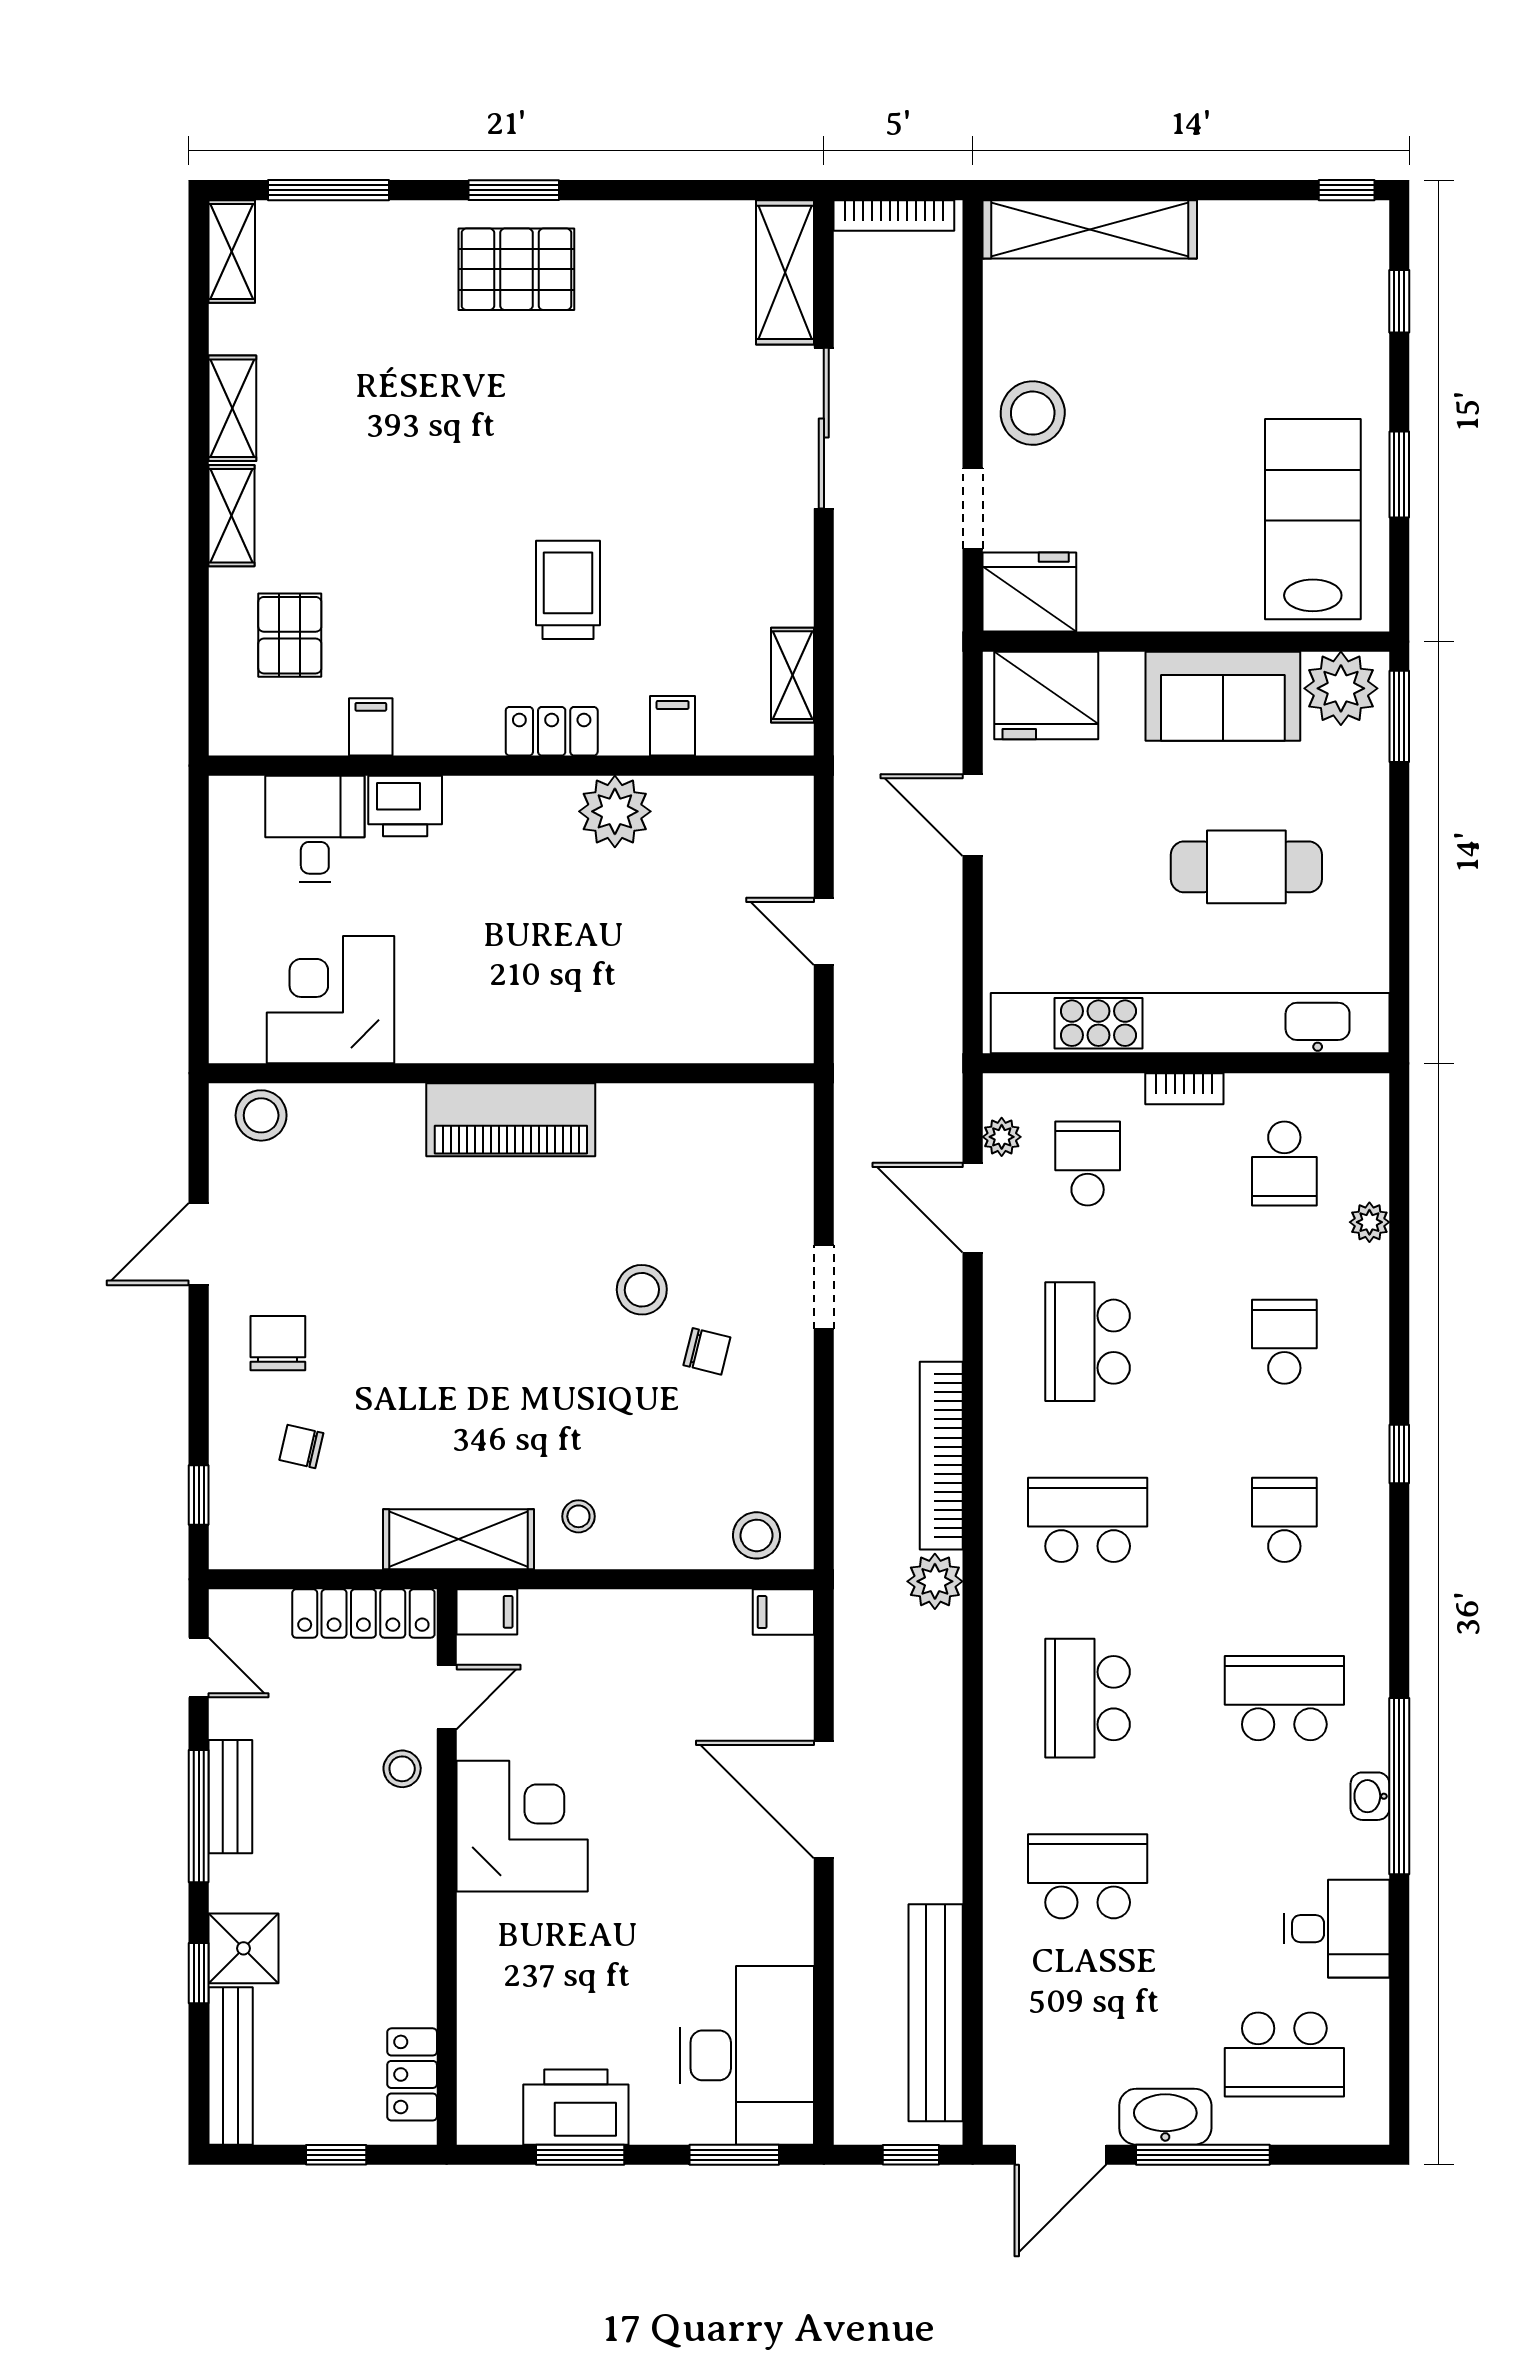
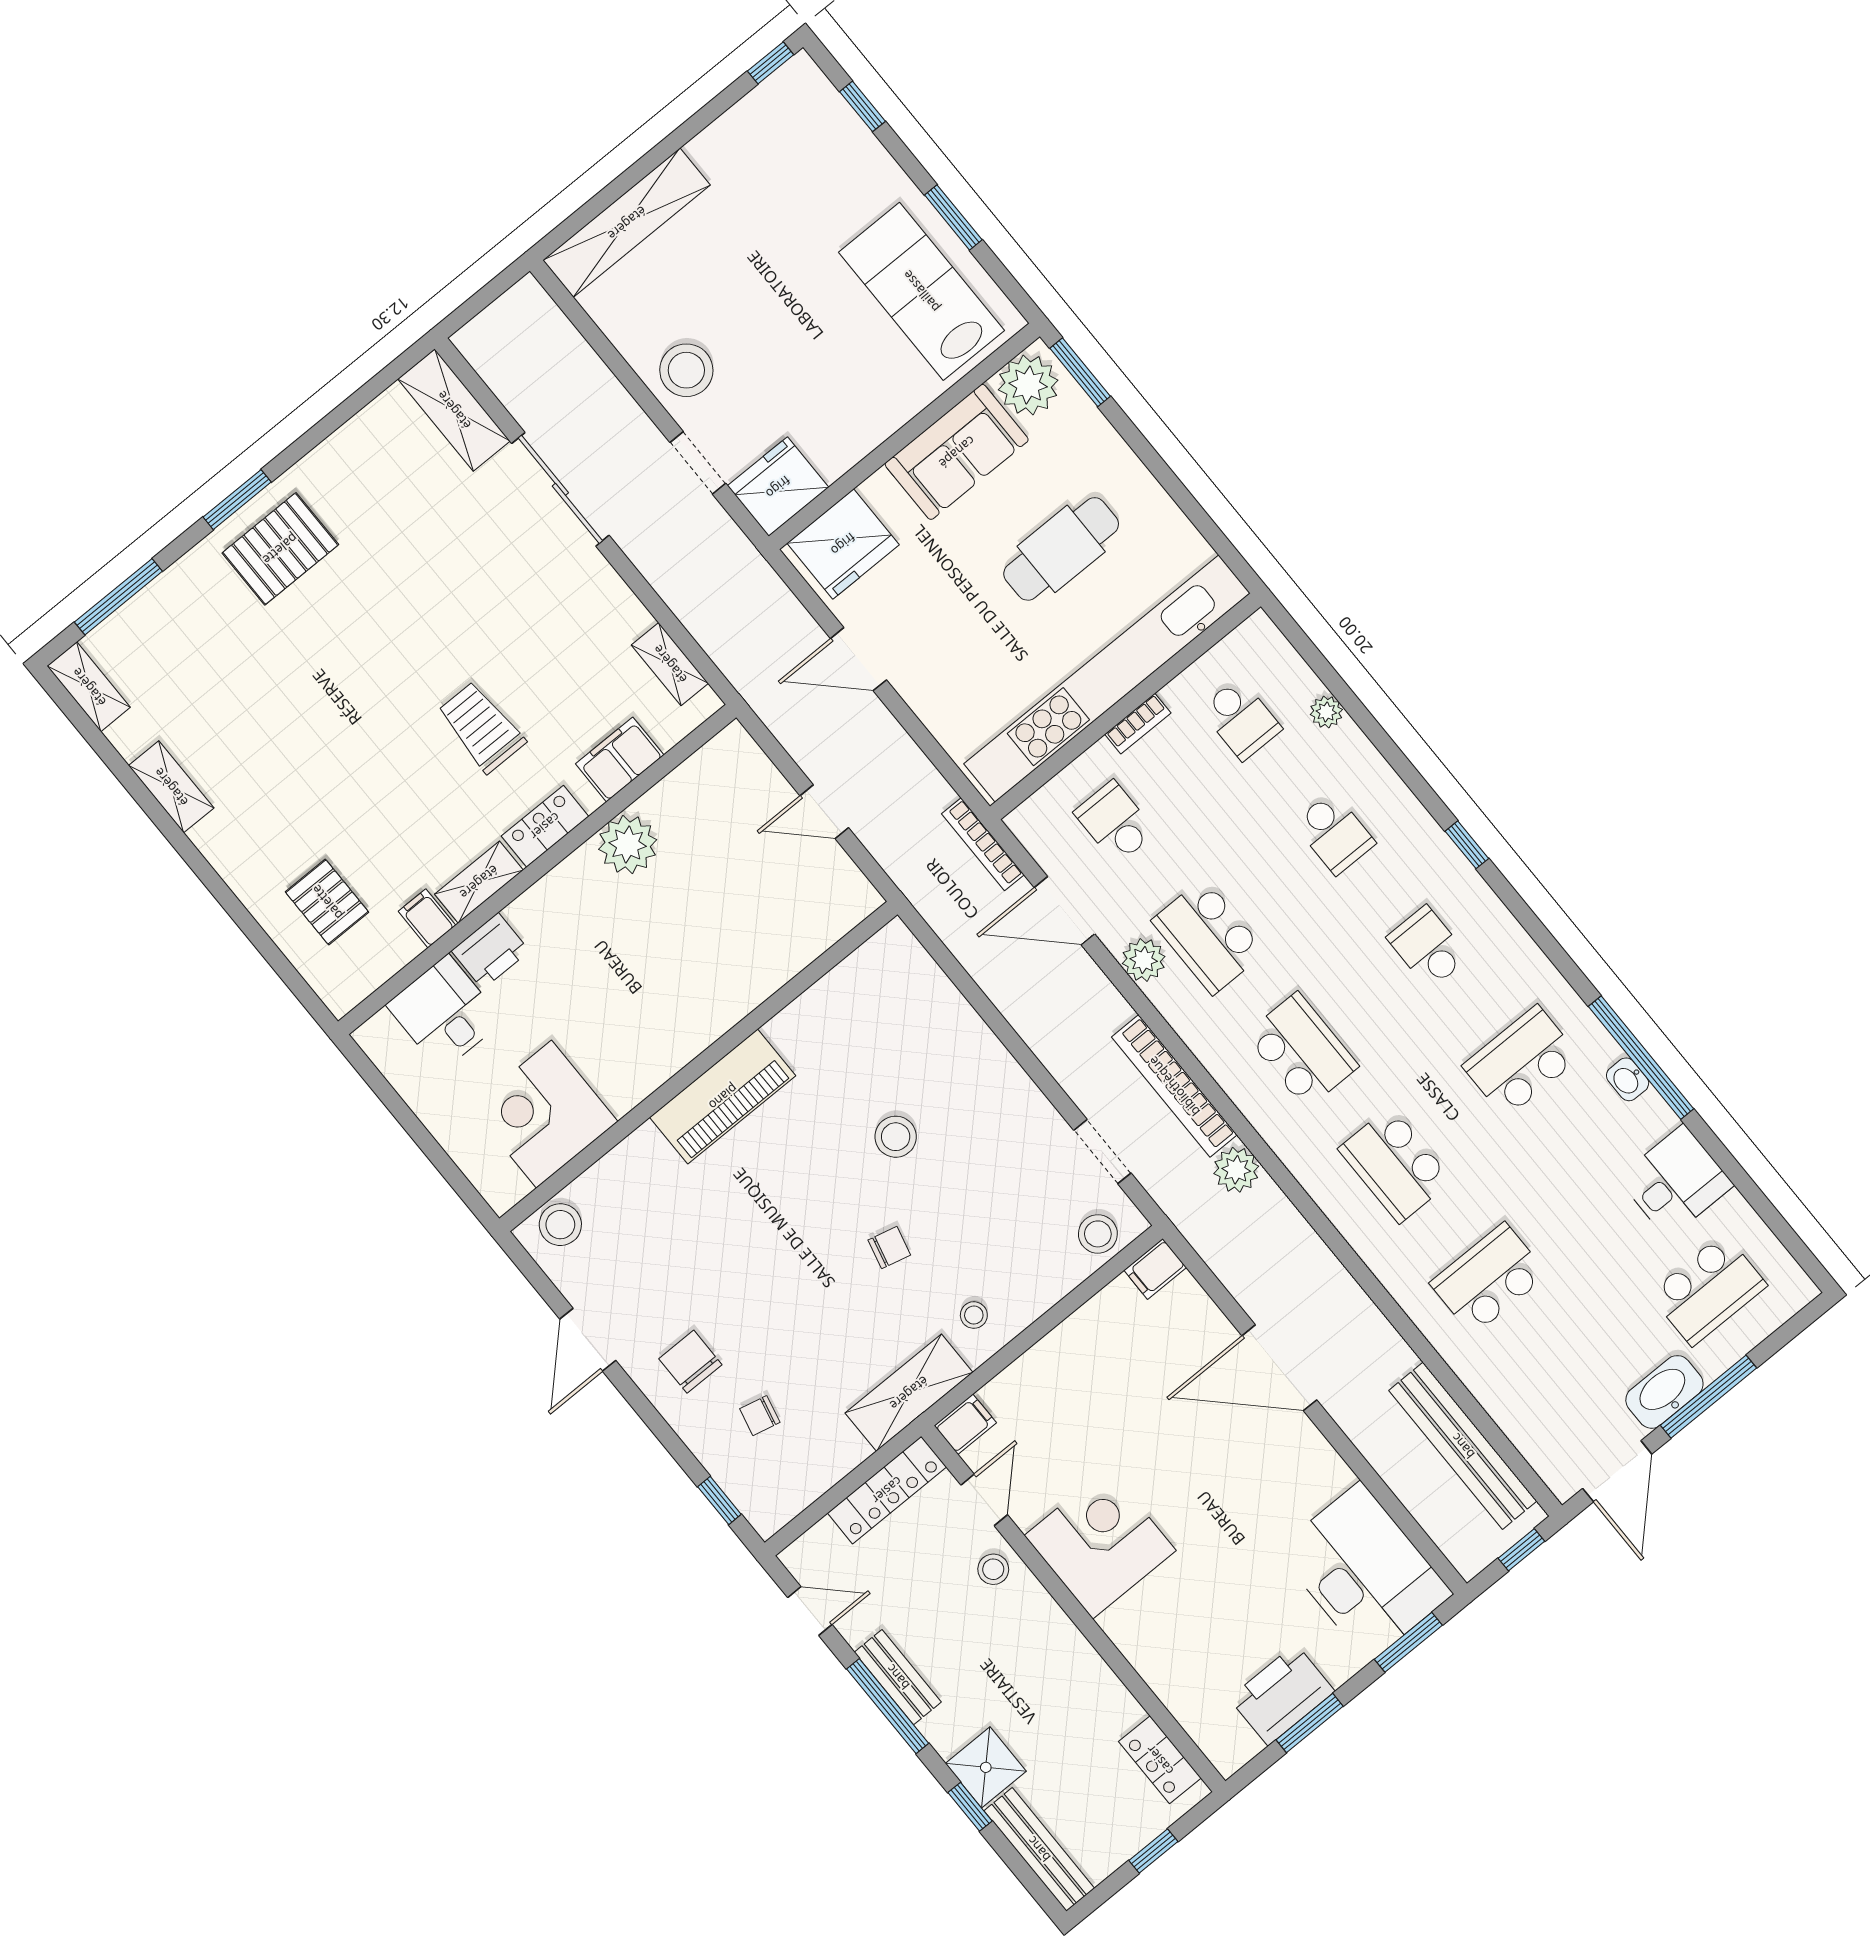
bookcase: (894, 216) -> (983, 844), moved, turned 90
shelving: (231, 516) -> (479, 882), moved, turned 90
filing cabinet: (673, 726) -> (620, 759), width x2.00
plant: (1002, 1137) -> (1144, 960), moved, width x1.38, depth x1.38
doorway: (824, 1287) -> (1102, 1152), moved
school desk: (1284, 1342) -> (1334, 833), turned 180
chair: (707, 1351) -> (889, 1248), moved
school desk: (1088, 1520) -> (1302, 1050), turned 90

